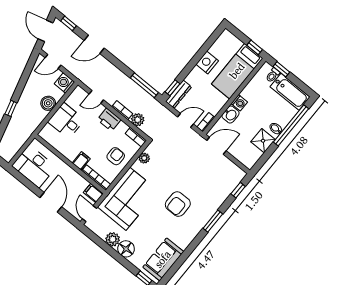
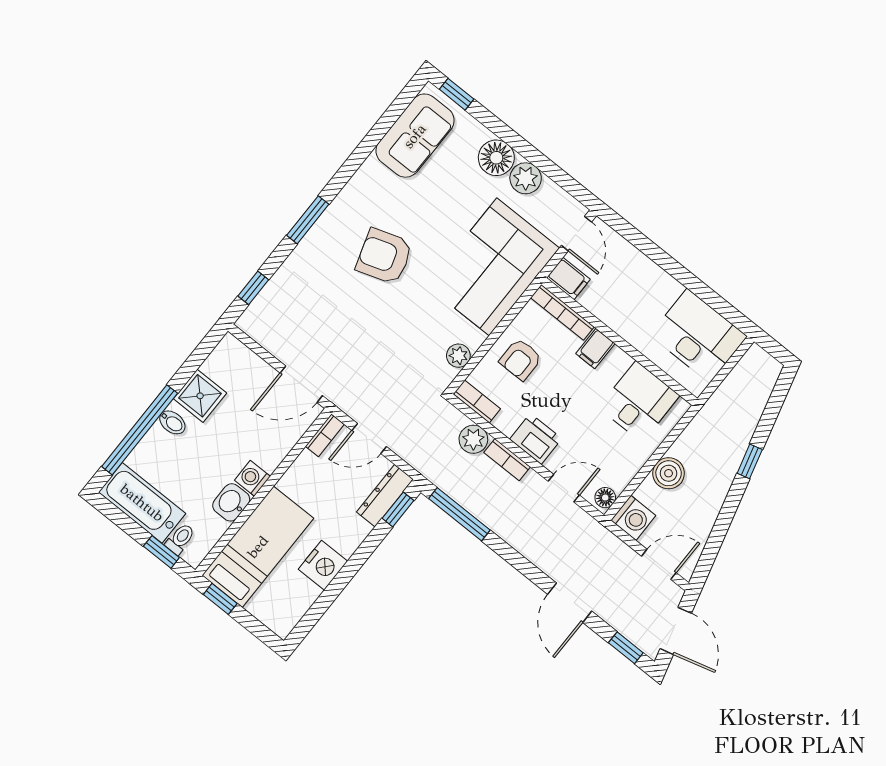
door: (94, 44) -> (570, 603), swing flipped
floor lamp: (77, 92) -> (605, 498), added
washbasin: (230, 115) -> (231, 502), moved
desk: (66, 121) -> (639, 402), moved, turned -90
door: (51, 202) -> (661, 258), removed
armchair: (178, 204) -> (384, 256), turned -108

